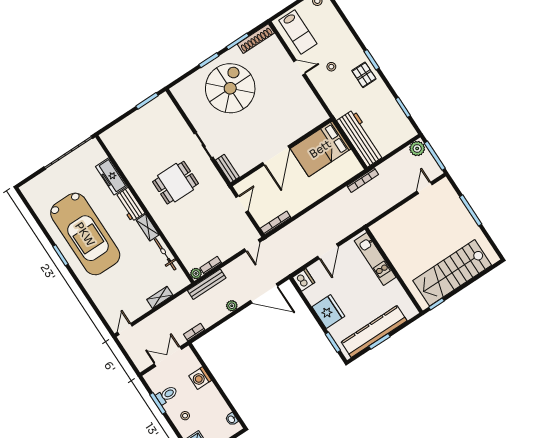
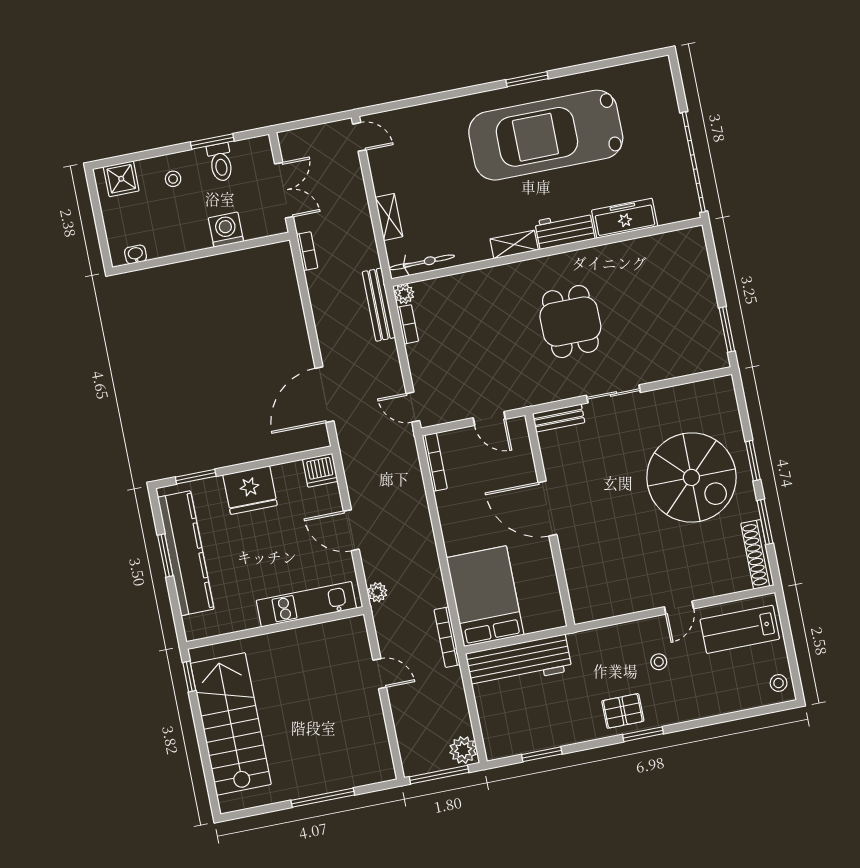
bed: (320, 149) -> (485, 596), moved
door: (425, 188) -> (380, 674), moved
bicycle: (165, 254) -> (422, 262), moved
plant: (232, 306) -> (377, 592), moved

